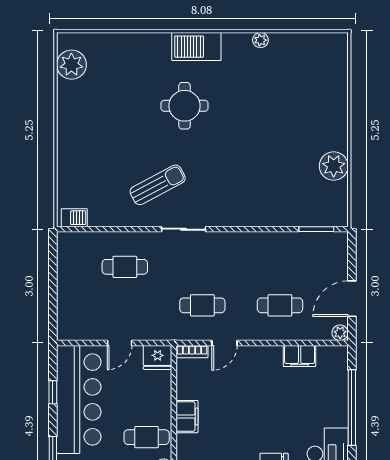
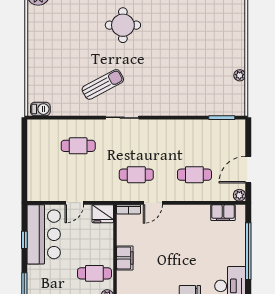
plant: (334, 166) -> (240, 75), width x0.53, depth x0.53
filing cabinet: (300, 356) -> (223, 213), moved
bar counter: (79, 399) -> (44, 234), width x0.73

